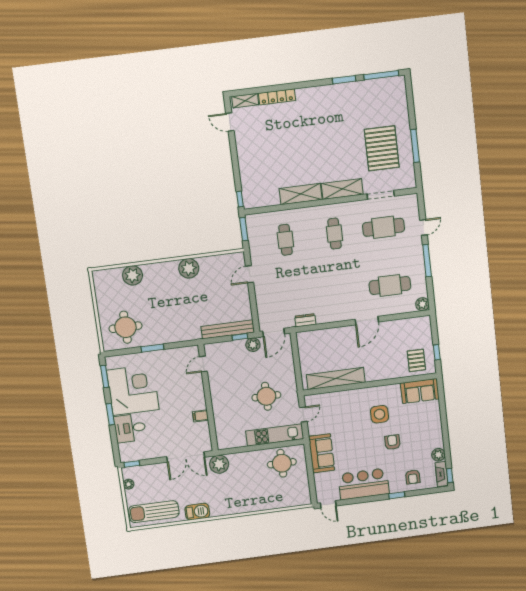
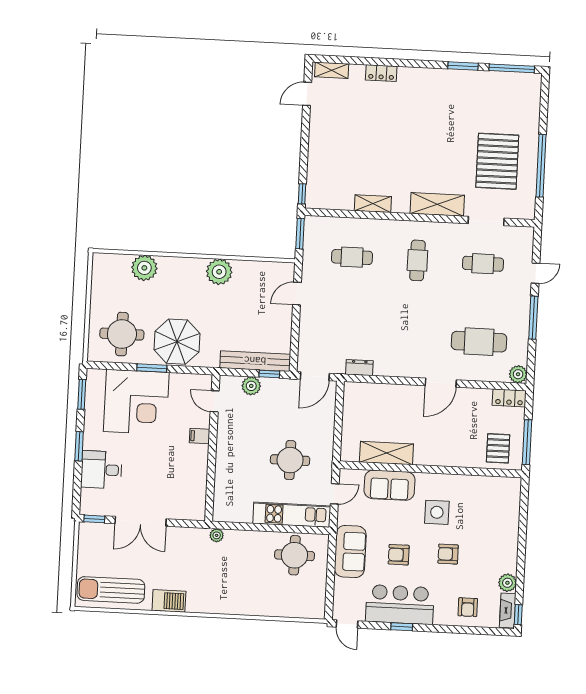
locker: (277, 97) -> (381, 73), width x0.66
door: (230, 122) -> (307, 94), hinge flipped
window: (415, 146) -> (541, 166), width x1.46
shelving: (301, 194) -> (373, 204), width x0.67, depth x0.75
cafe table: (384, 227) -> (483, 264), width x0.73, depth x0.74
cafe table: (285, 240) -> (352, 257), turned 90
locker: (419, 323) -> (509, 398), added
parasol: (167, 325) -> (177, 342), added
plant: (253, 345) -> (251, 386), moved
window: (437, 352) -> (527, 442), width x2.17
door: (203, 364) -> (215, 401), hinge flipped
shelving: (336, 379) -> (386, 453), width x0.68
corner desk: (133, 390) -> (136, 402), moved, turned 90
sofa: (420, 391) -> (389, 485), moved
filing cabinet: (200, 416) -> (200, 436), moved
armchair: (392, 442) -> (448, 554), turned -90
armchair: (357, 449) -> (399, 555), added
double door: (186, 457) -> (141, 521), moved
plant: (219, 464) -> (217, 535), width x0.53, depth x0.53
plant: (129, 484) -> (85, 546), removed
window: (397, 495) -> (402, 627), moved

